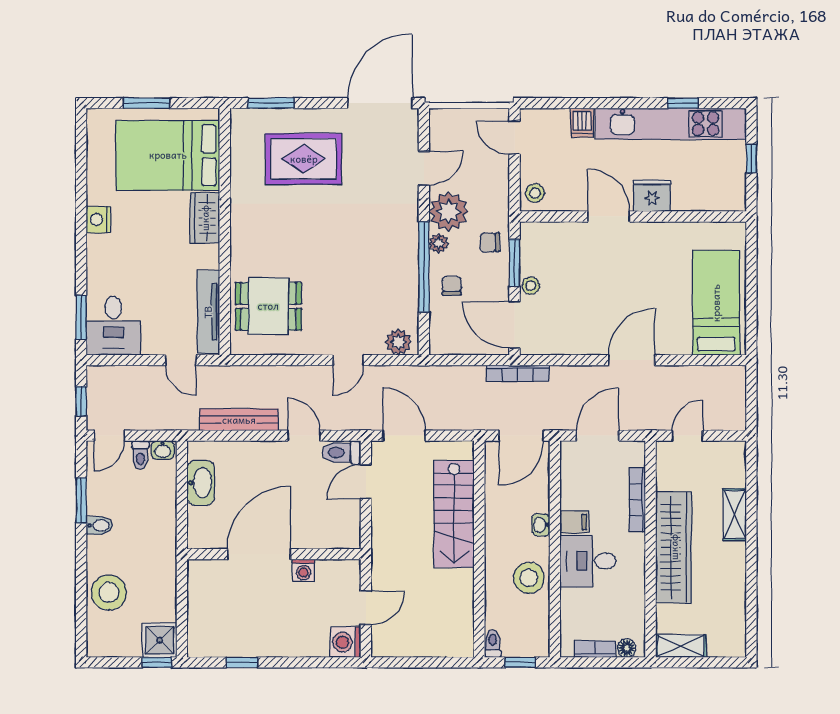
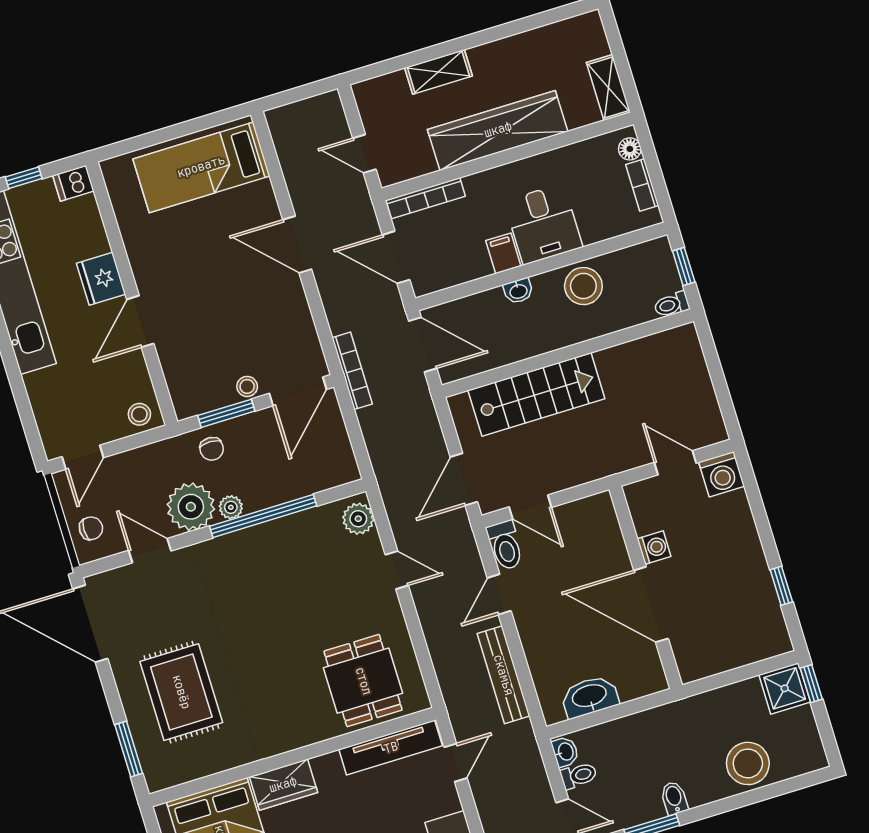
dishwasher: (582, 123) -> (73, 183), moved, turned 180
chair: (452, 286) -> (91, 528), moved, turned 180
bookcase: (637, 500) -> (426, 198), moved

